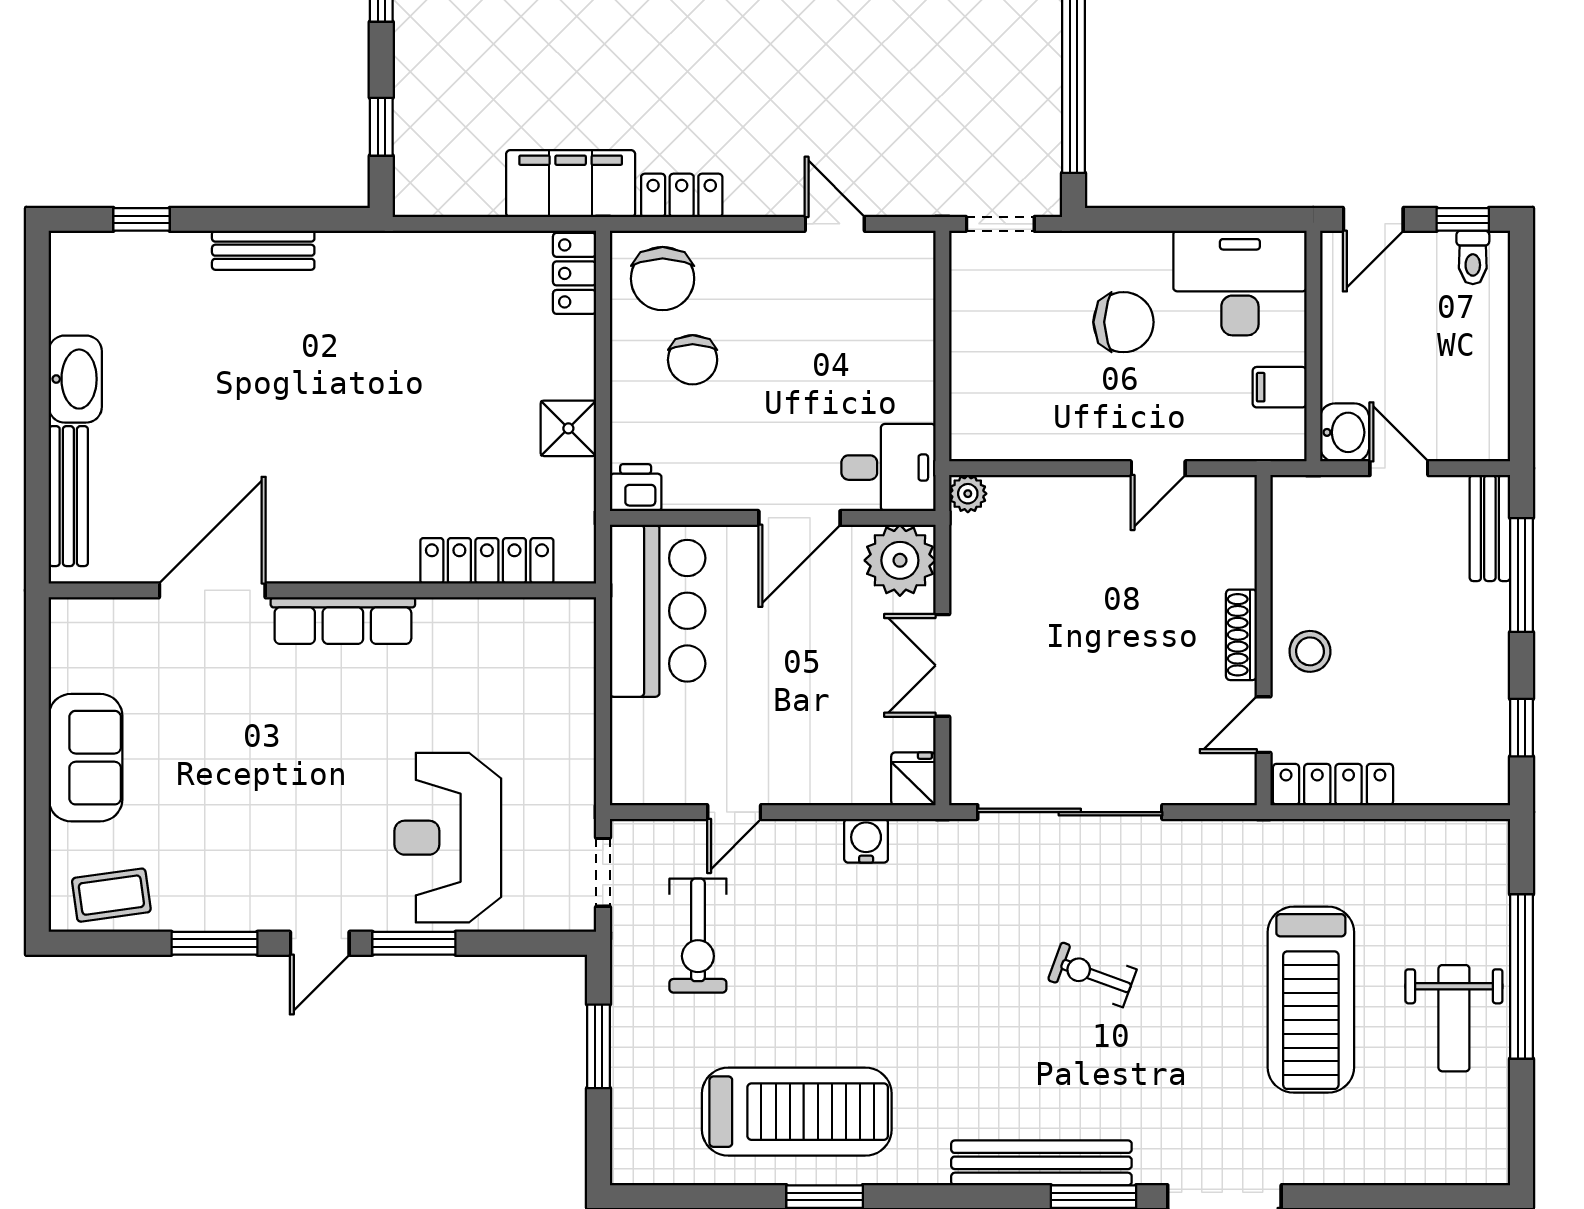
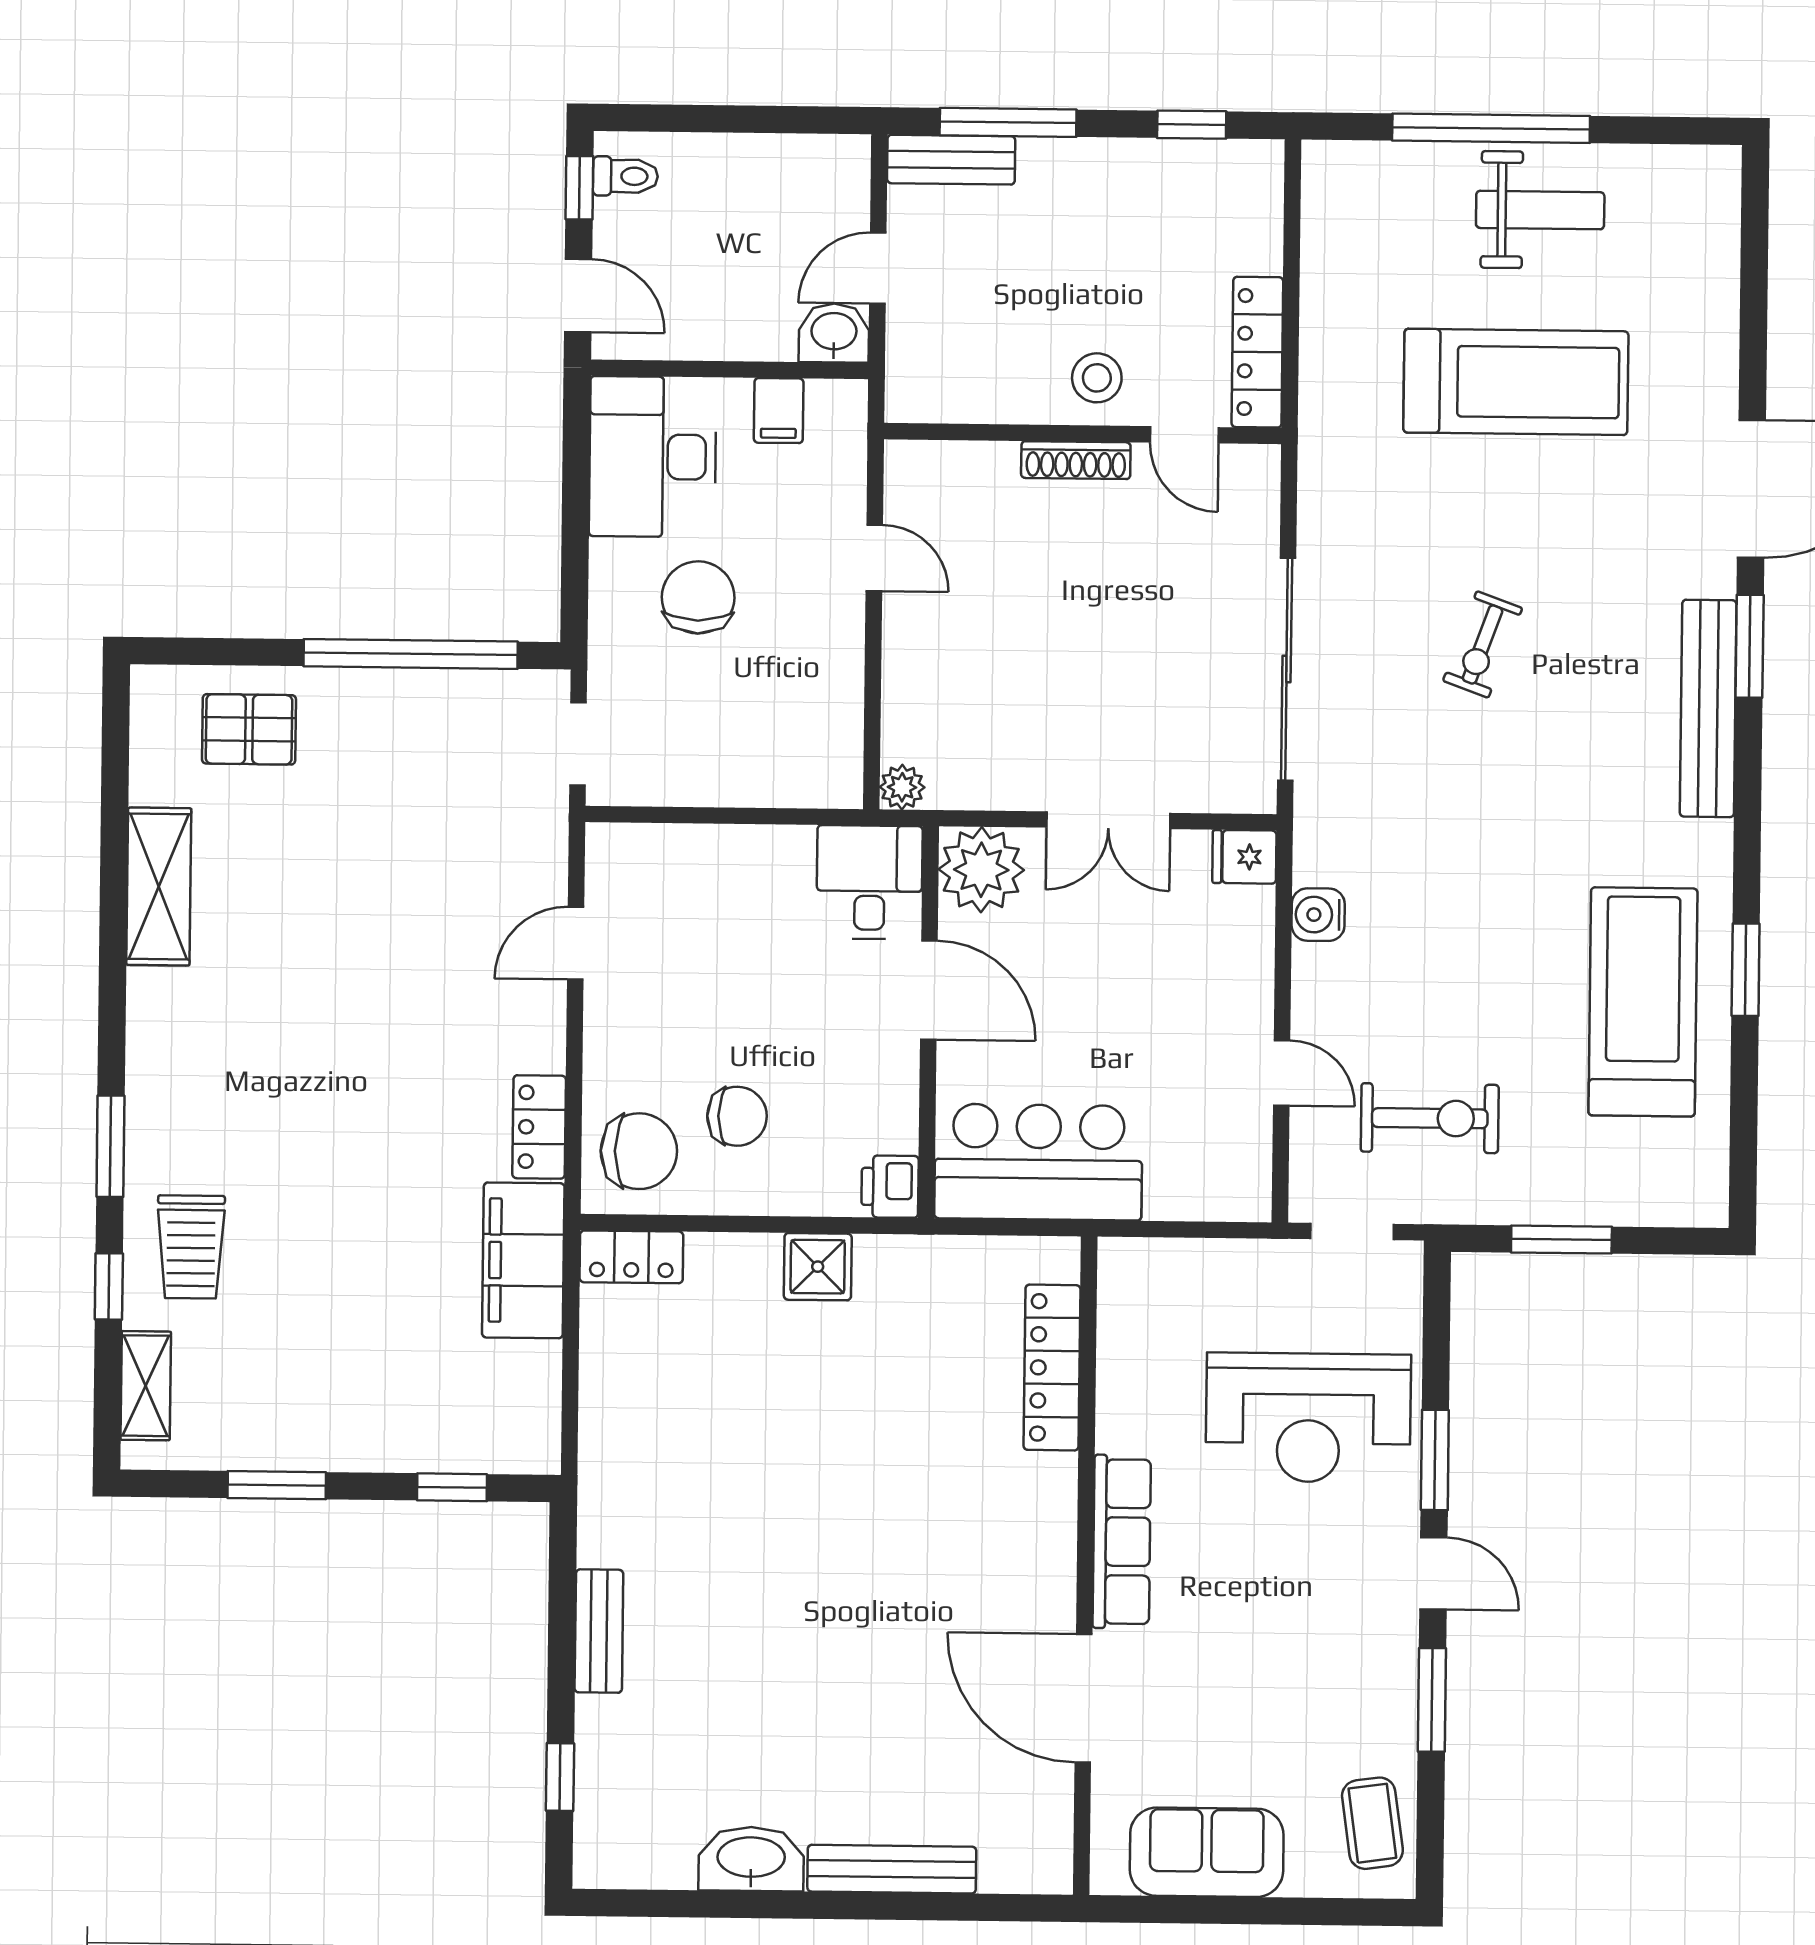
locker: (487, 561) -> (1052, 1368), moved
door: (212, 590) -> (1083, 1698), moved
wall: (322, 590) -> (1085, 1566), moved
row of seats: (343, 621) -> (1122, 1542), moved

